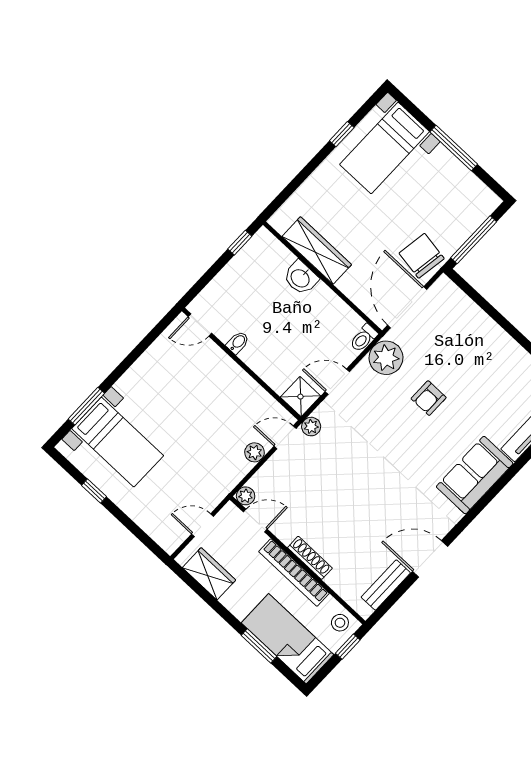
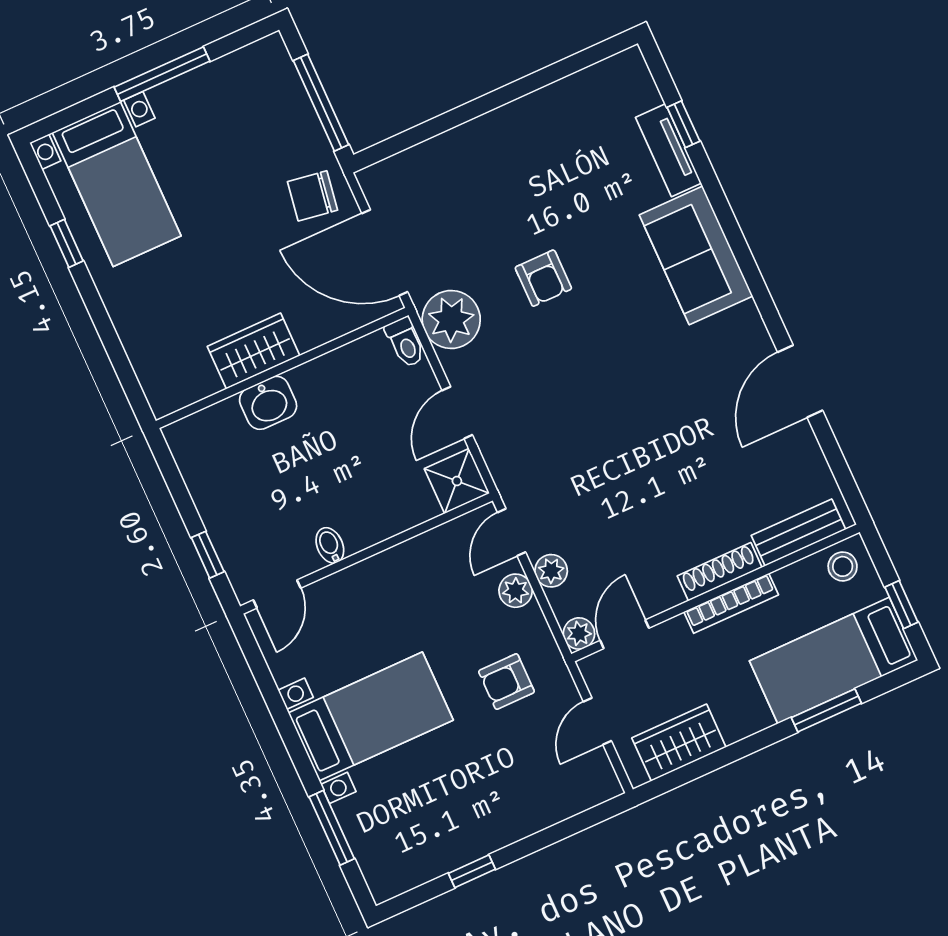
window: (240, 243) -> (208, 555), moved
wardrobe: (317, 250) -> (254, 351), width x0.67
chair: (422, 256) -> (312, 196), width x0.73, depth x0.73
plant: (311, 427) -> (551, 571), moved
bed with nightstands: (118, 442) -> (371, 716), moved
armchair: (204, 468) -> (506, 682), added
bookcase: (294, 573) -> (731, 603), width x0.68, depth x0.76
bench: (386, 585) -> (798, 532), moved, turned 90
window: (348, 647) -> (901, 605), moved

